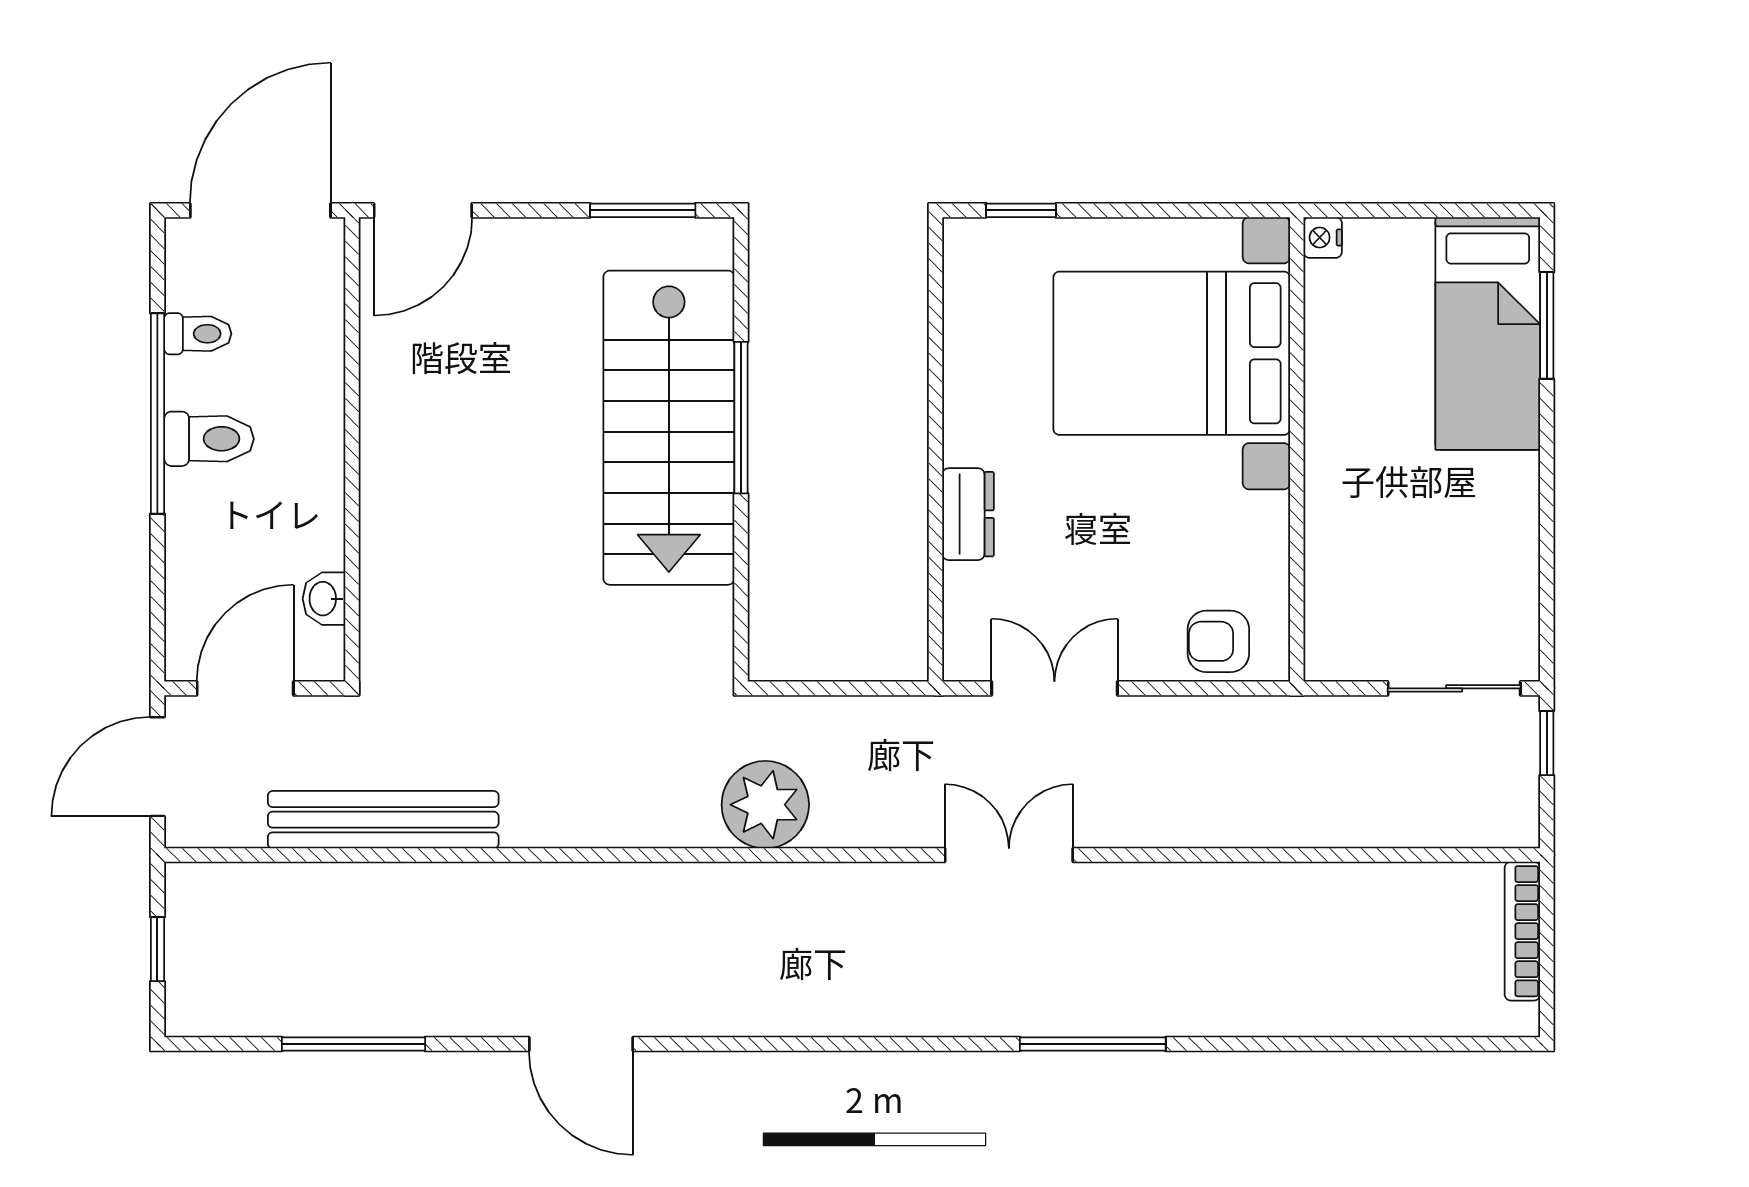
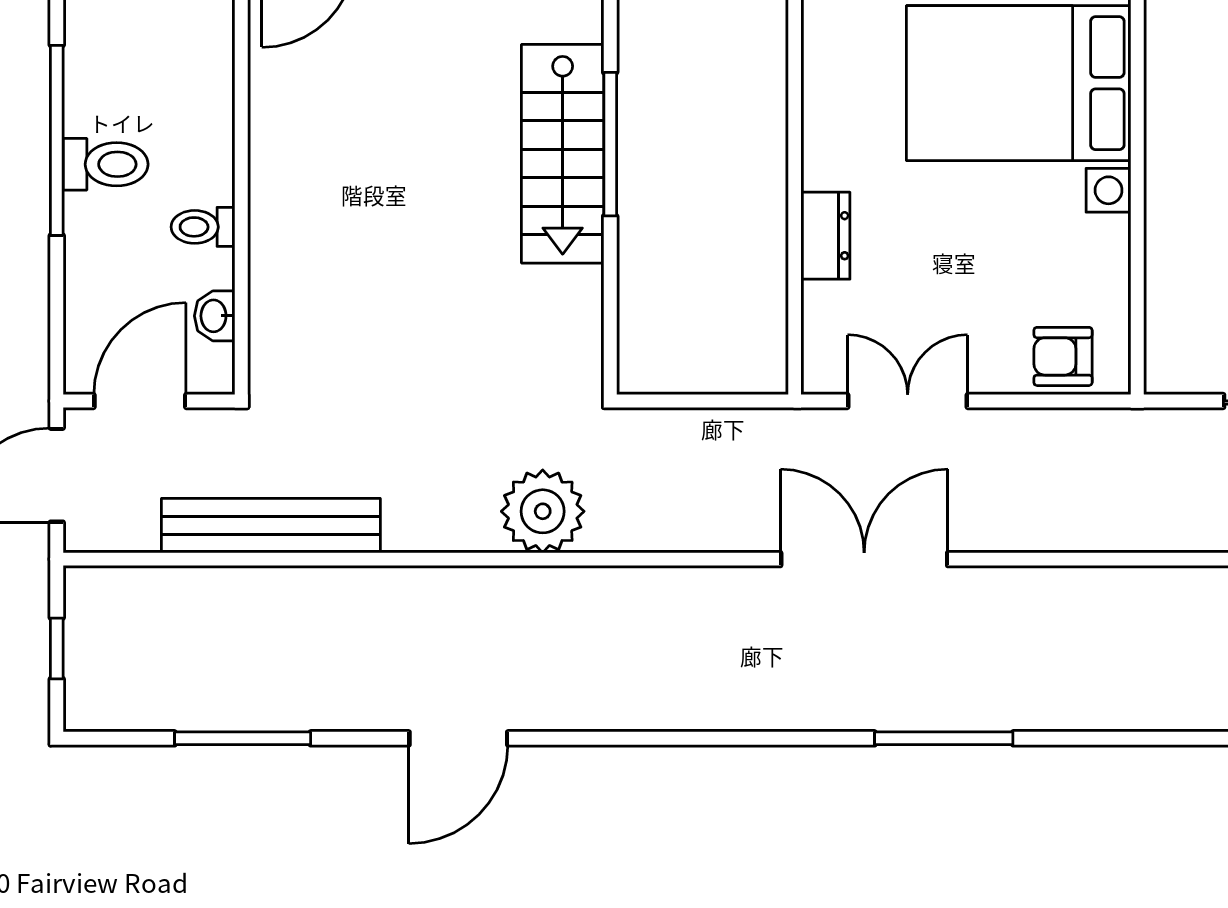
toilet: (198, 334) -> (203, 227), moved, turned 180
stairs: (669, 428) -> (563, 154), width x0.73, depth x0.66
plant: (765, 805) -> (543, 511), moved
double door: (1009, 855) -> (864, 559), width x1.37
door: (581, 1044) -> (458, 738), hinge flipped

